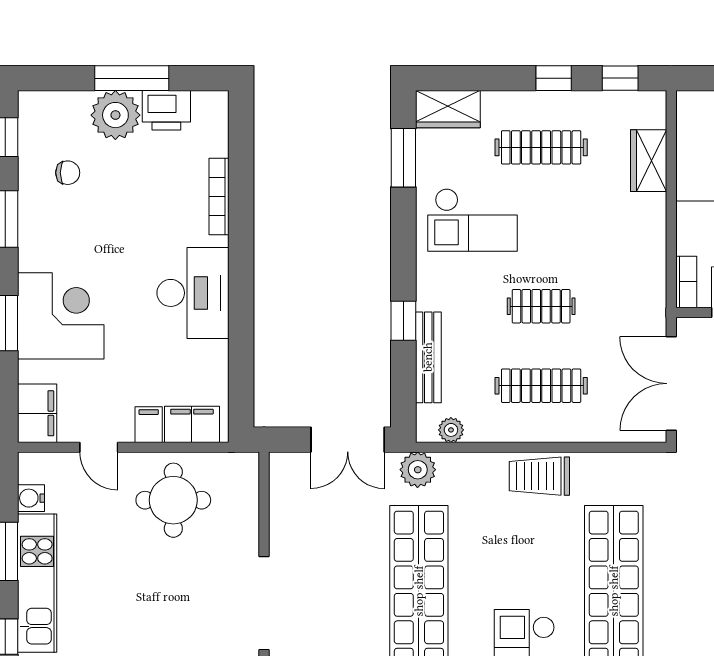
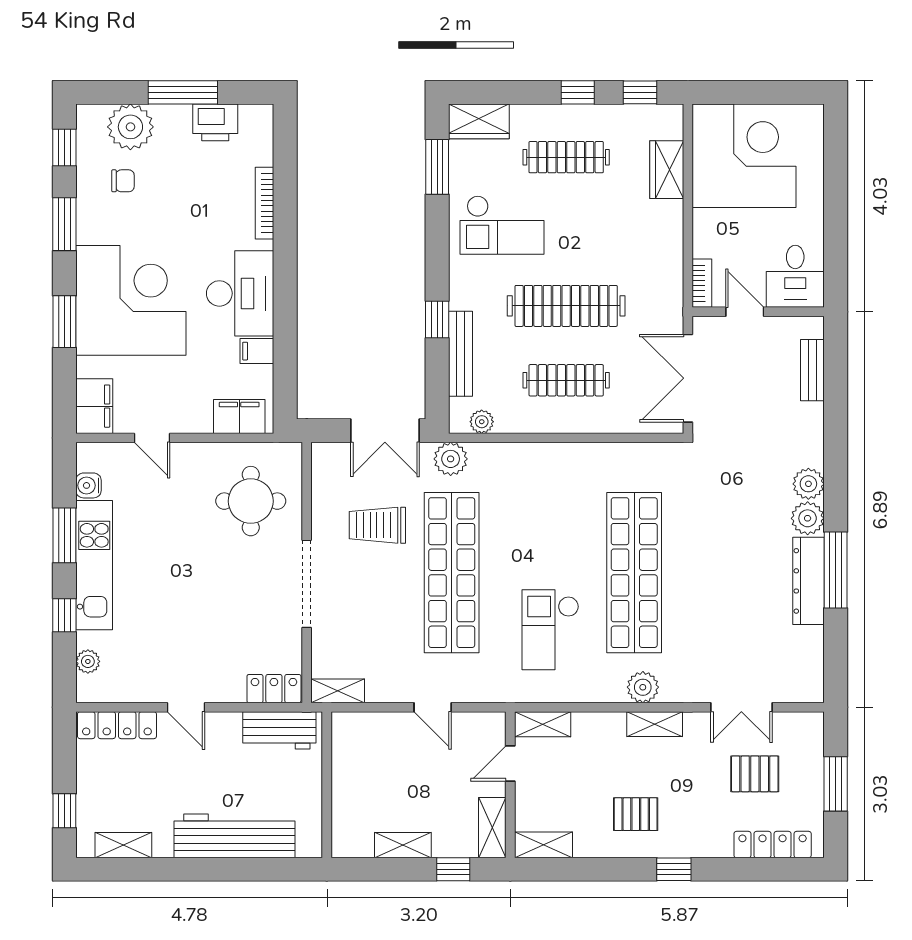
plant: (115, 115) -> (130, 127), moved
clothes rail: (541, 306) -> (566, 306), width x1.86, depth x1.31
corner desk: (61, 316) -> (131, 300), width x1.36, depth x1.36
filing cabinet: (149, 425) -> (257, 351), moved, turned -90
trolley: (539, 476) -> (377, 525), moved
round table: (173, 500) -> (251, 501), moved

